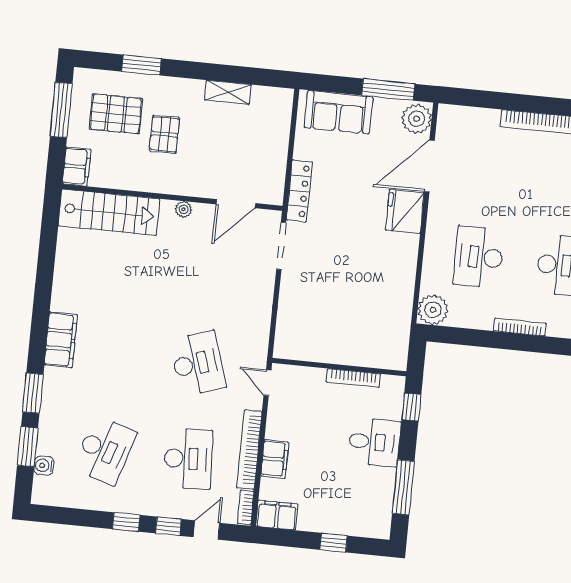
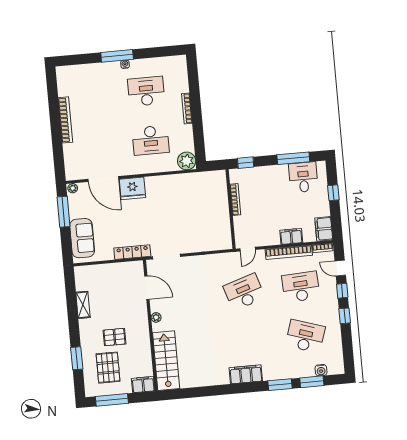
plant: (417, 119) -> (73, 188), width x0.53, depth x0.53
desk: (374, 442) -> (303, 177), moved

